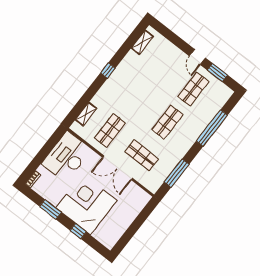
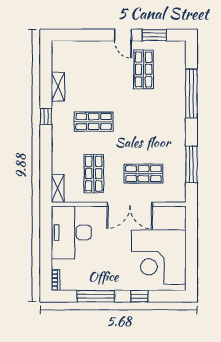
shelving: (142, 42) -> (58, 87), moved
shelving: (86, 114) -> (58, 188), moved
shop shelf: (167, 122) -> (94, 122), moved, turned 90
corner desk: (86, 204) -> (159, 257), moved, turned -90
window: (50, 209) -> (96, 296), width x1.44

